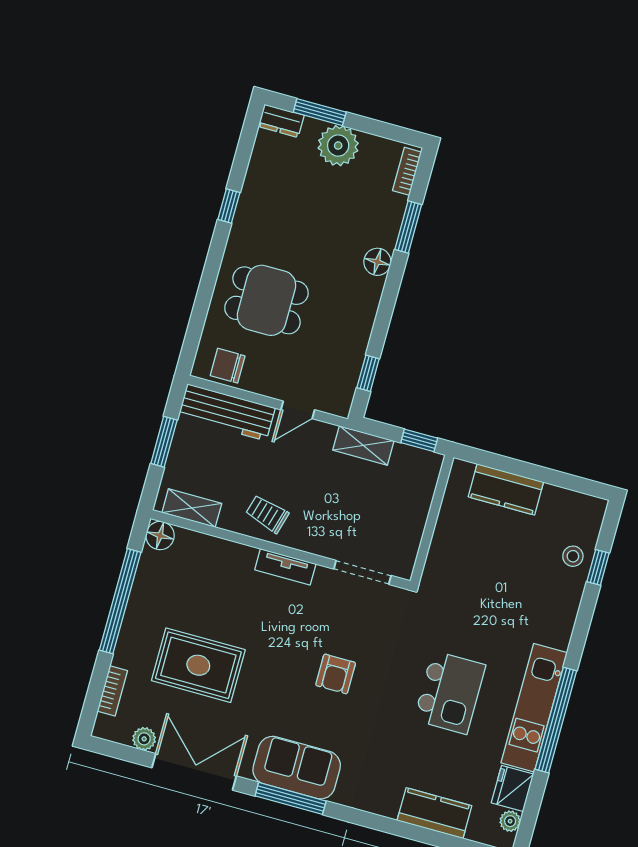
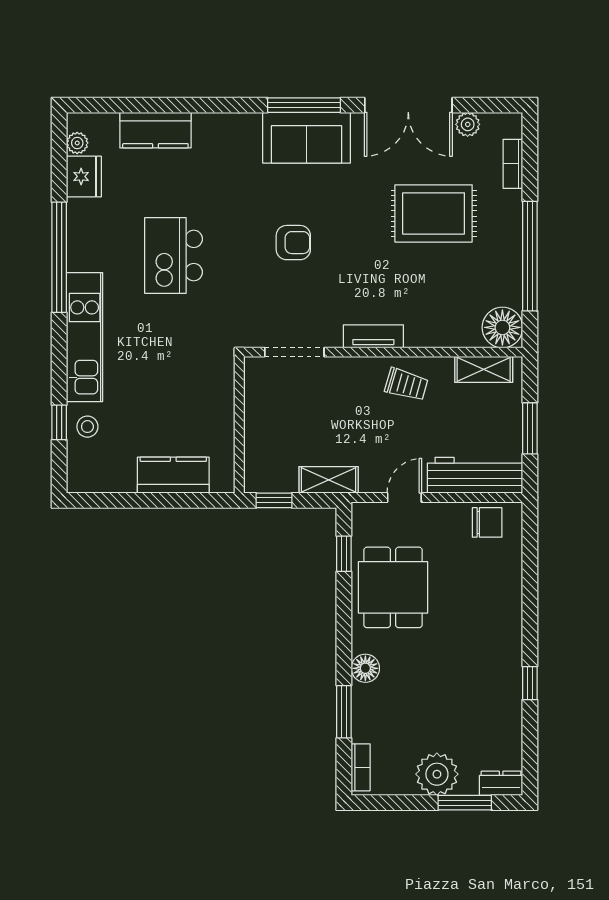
dining table: (266, 300) -> (393, 587), moved, turned 90
floor lamp: (160, 536) -> (502, 327), width x1.38, depth x1.38
armchair: (336, 674) -> (293, 243), turned 90
kitchen unit: (534, 708) -> (85, 337), moved

